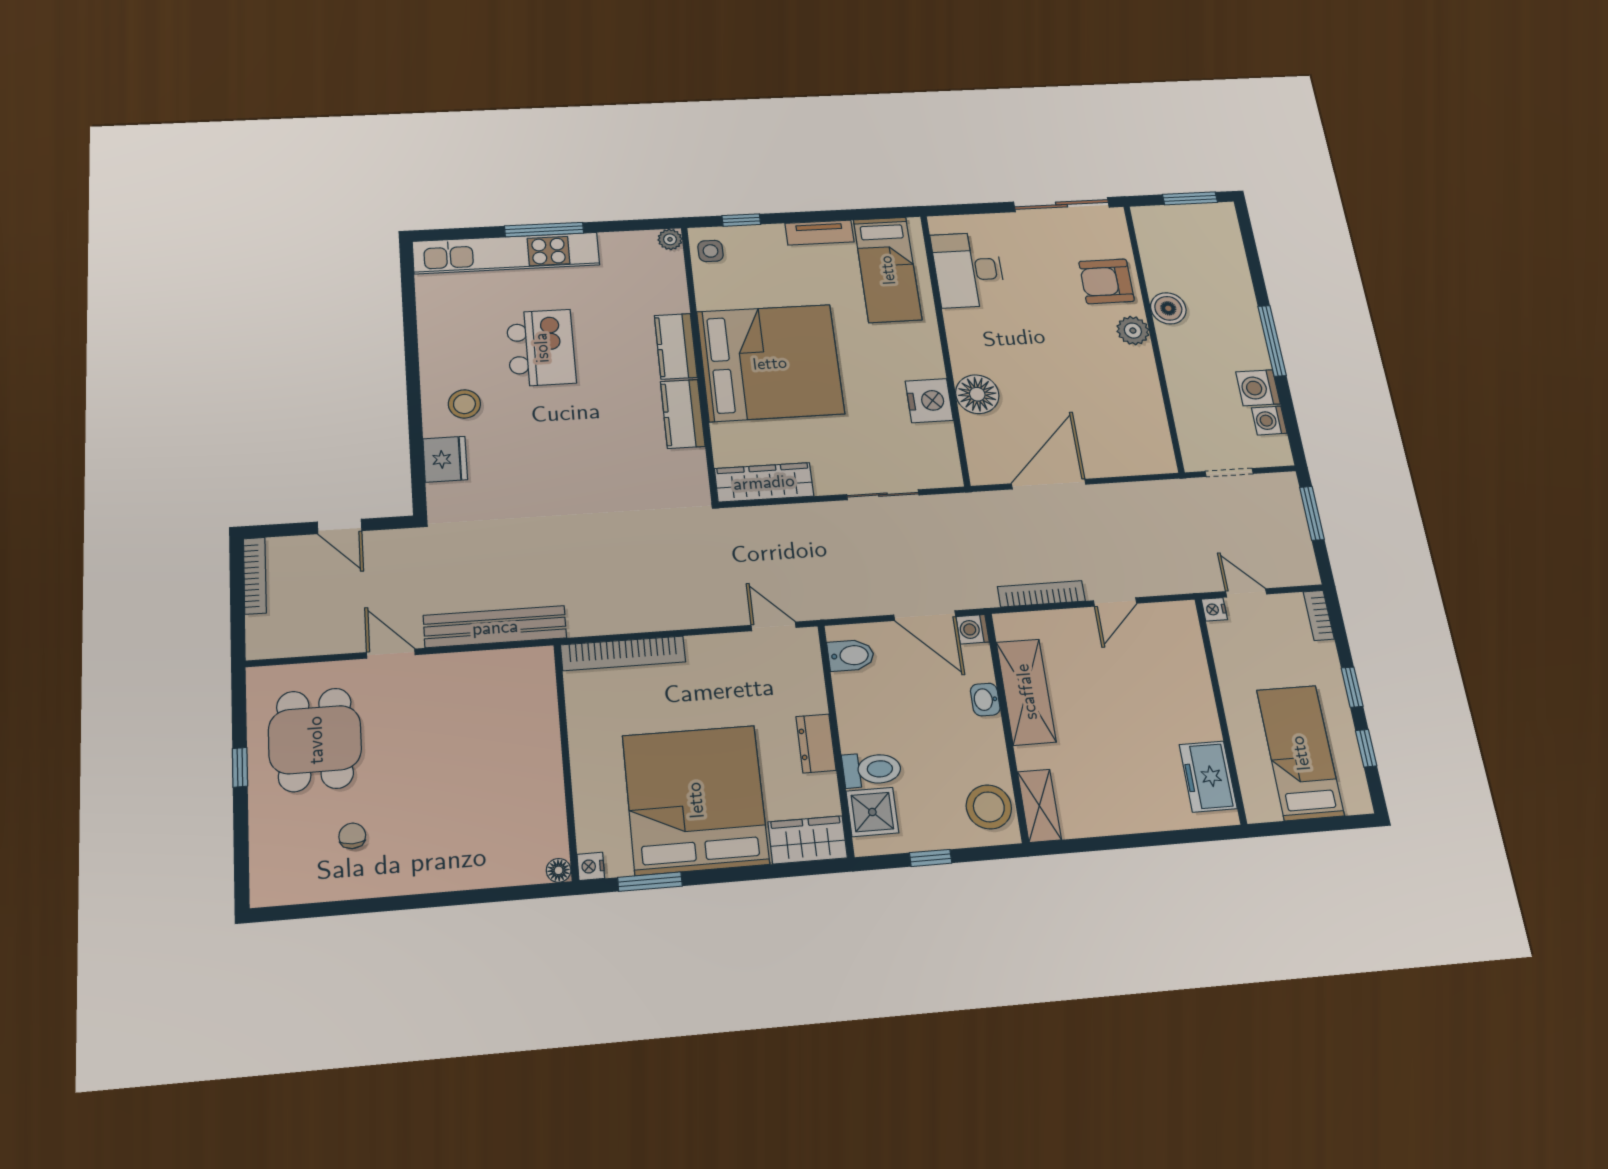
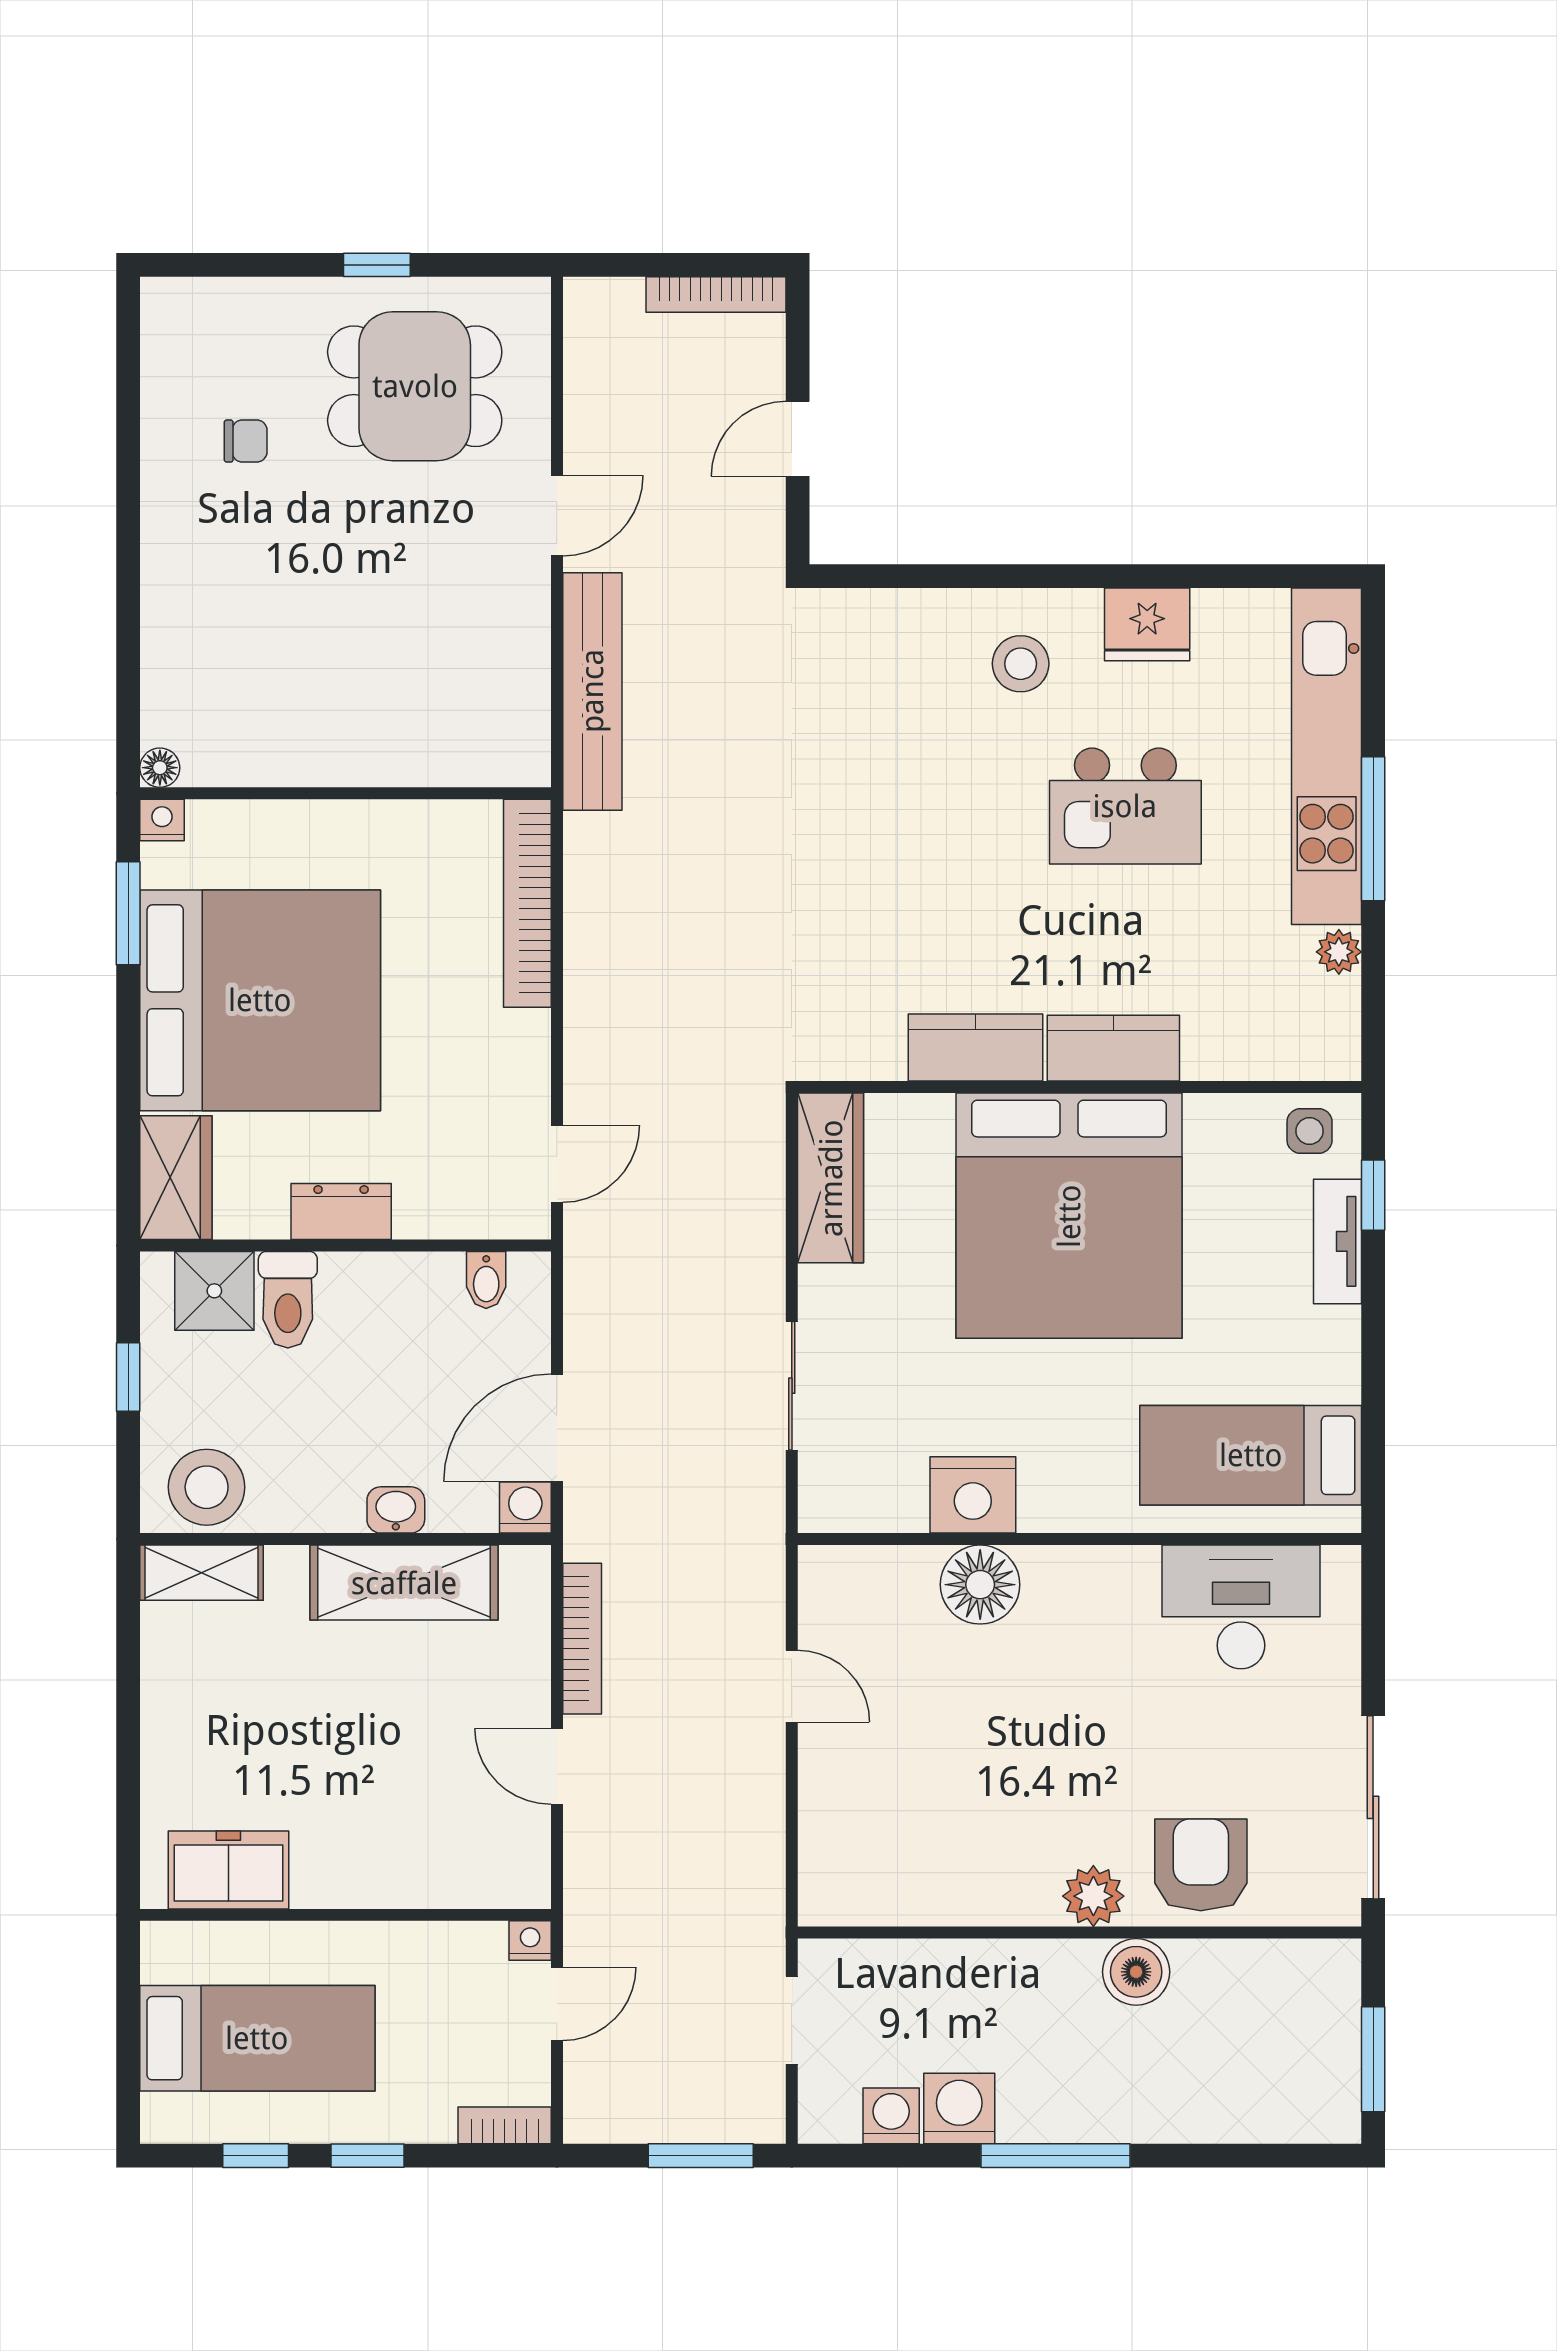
tv unit: (820, 233) -> (1338, 1241), moved
plant: (670, 239) -> (1339, 952), moved
fridge: (445, 459) -> (1147, 624), moved
door: (1049, 484) -> (792, 1686), width x0.53
bidet: (851, 655) -> (486, 1280), width x0.72, depth x0.74

